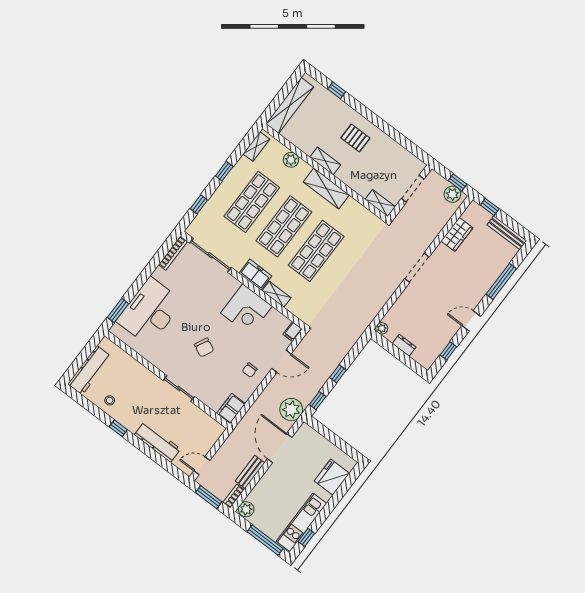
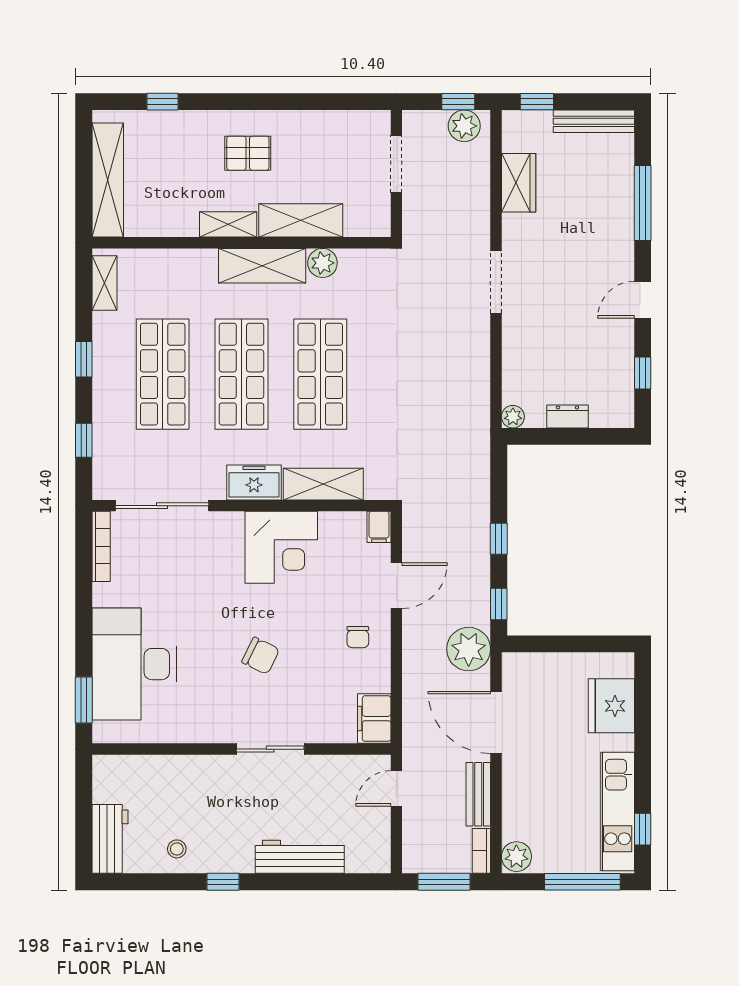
plant: (291, 160) -> (322, 263), moved
shelving: (380, 203) -> (301, 220), moved, width x1.50, depth x1.33
shelving: (276, 294) -> (323, 484), width x1.50, depth x1.33
workbench: (89, 370) -> (110, 839), width x0.73
door: (202, 466) -> (396, 788), moved

